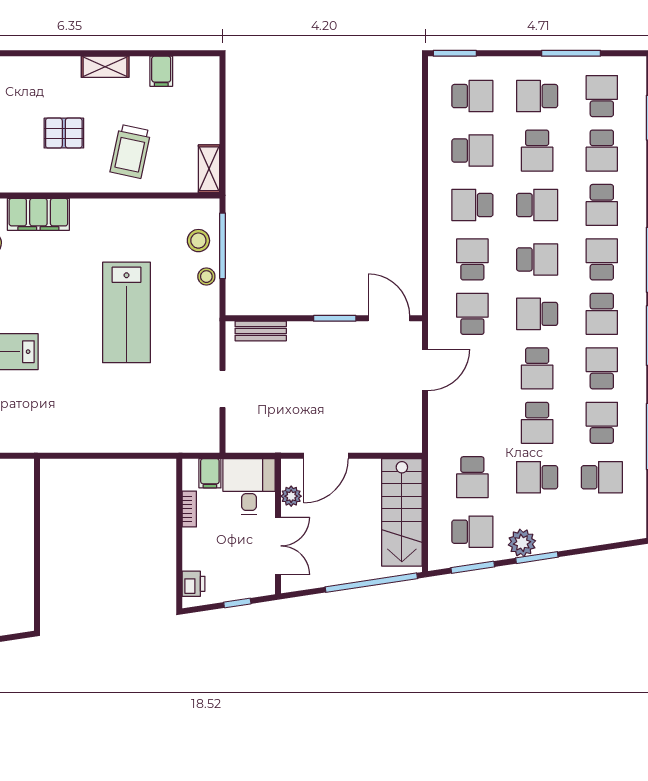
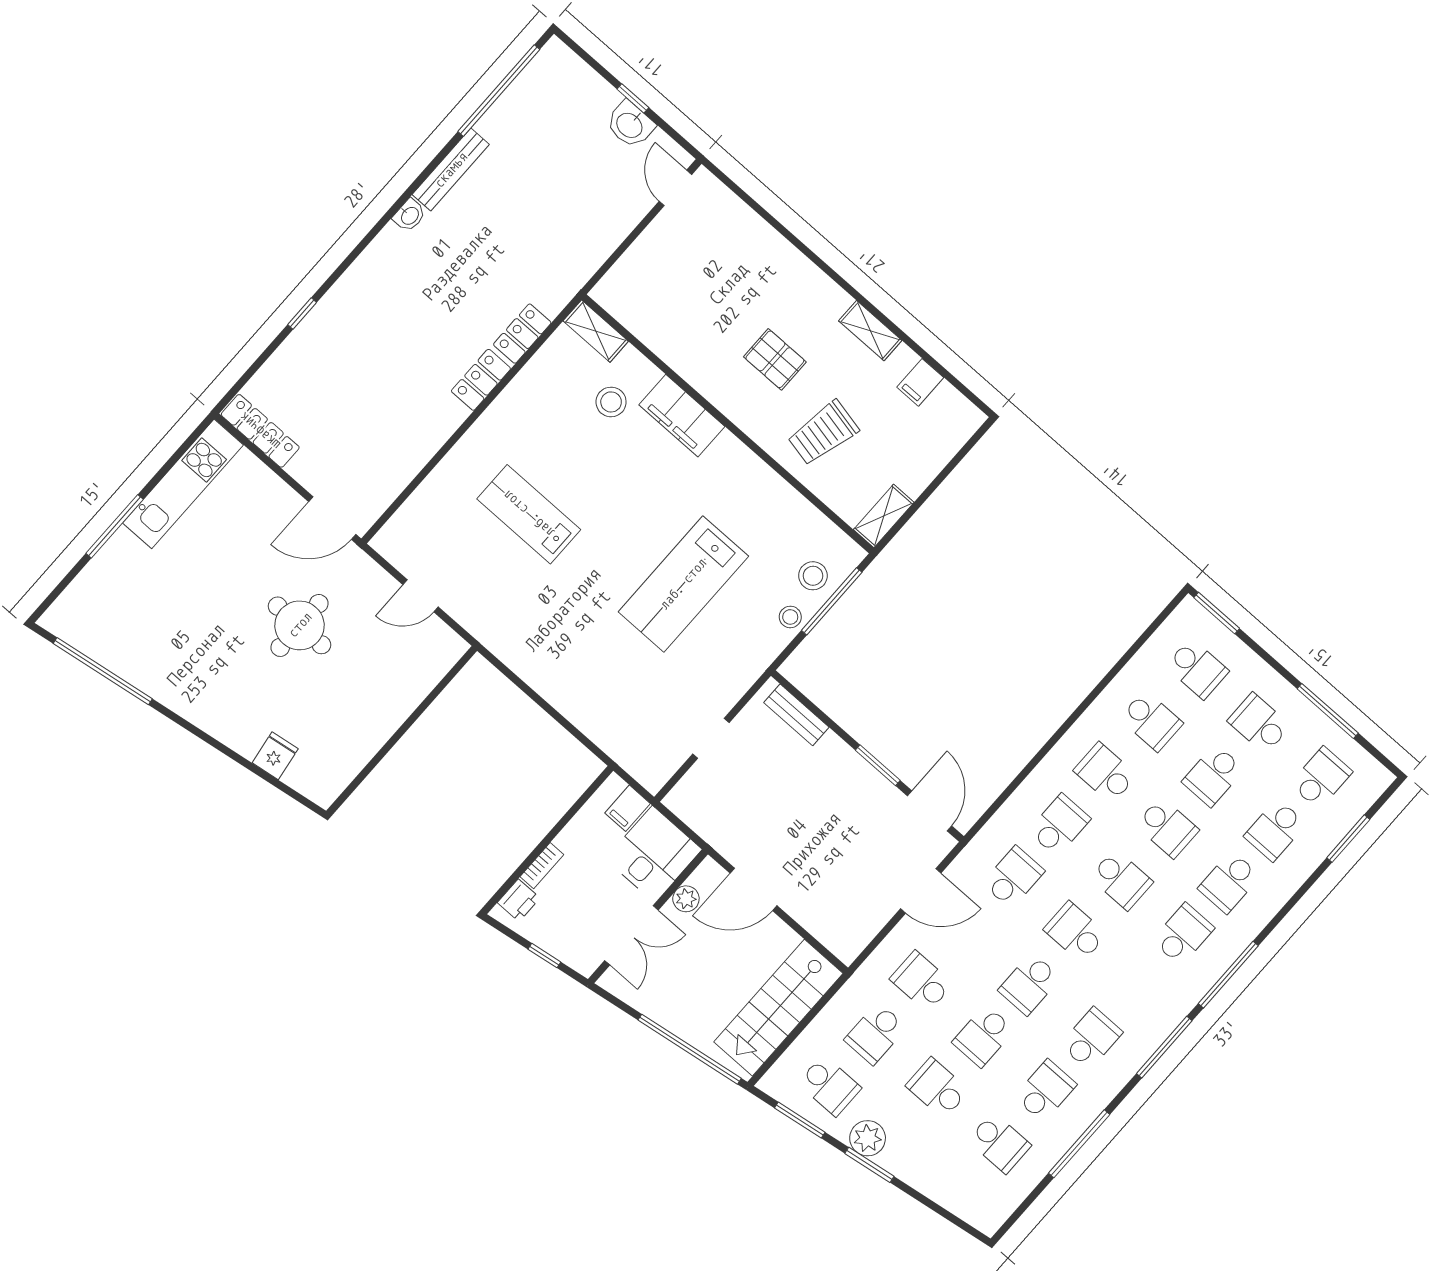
school desk: (602, 314) -> (921, 981), moved, turned 90
bookcase: (189, 509) -> (542, 866), moved

